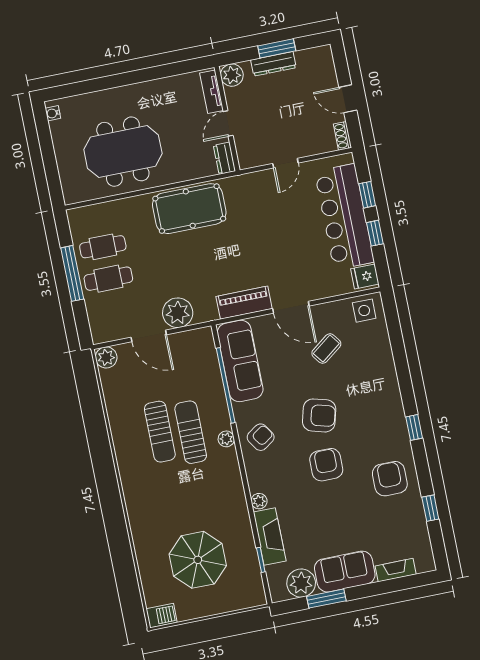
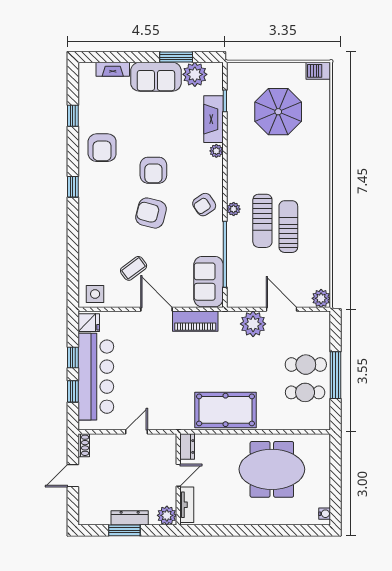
door: (348, 99) -> (73, 476), swing flipped
sofa: (240, 361) -> (208, 282), width x0.73

